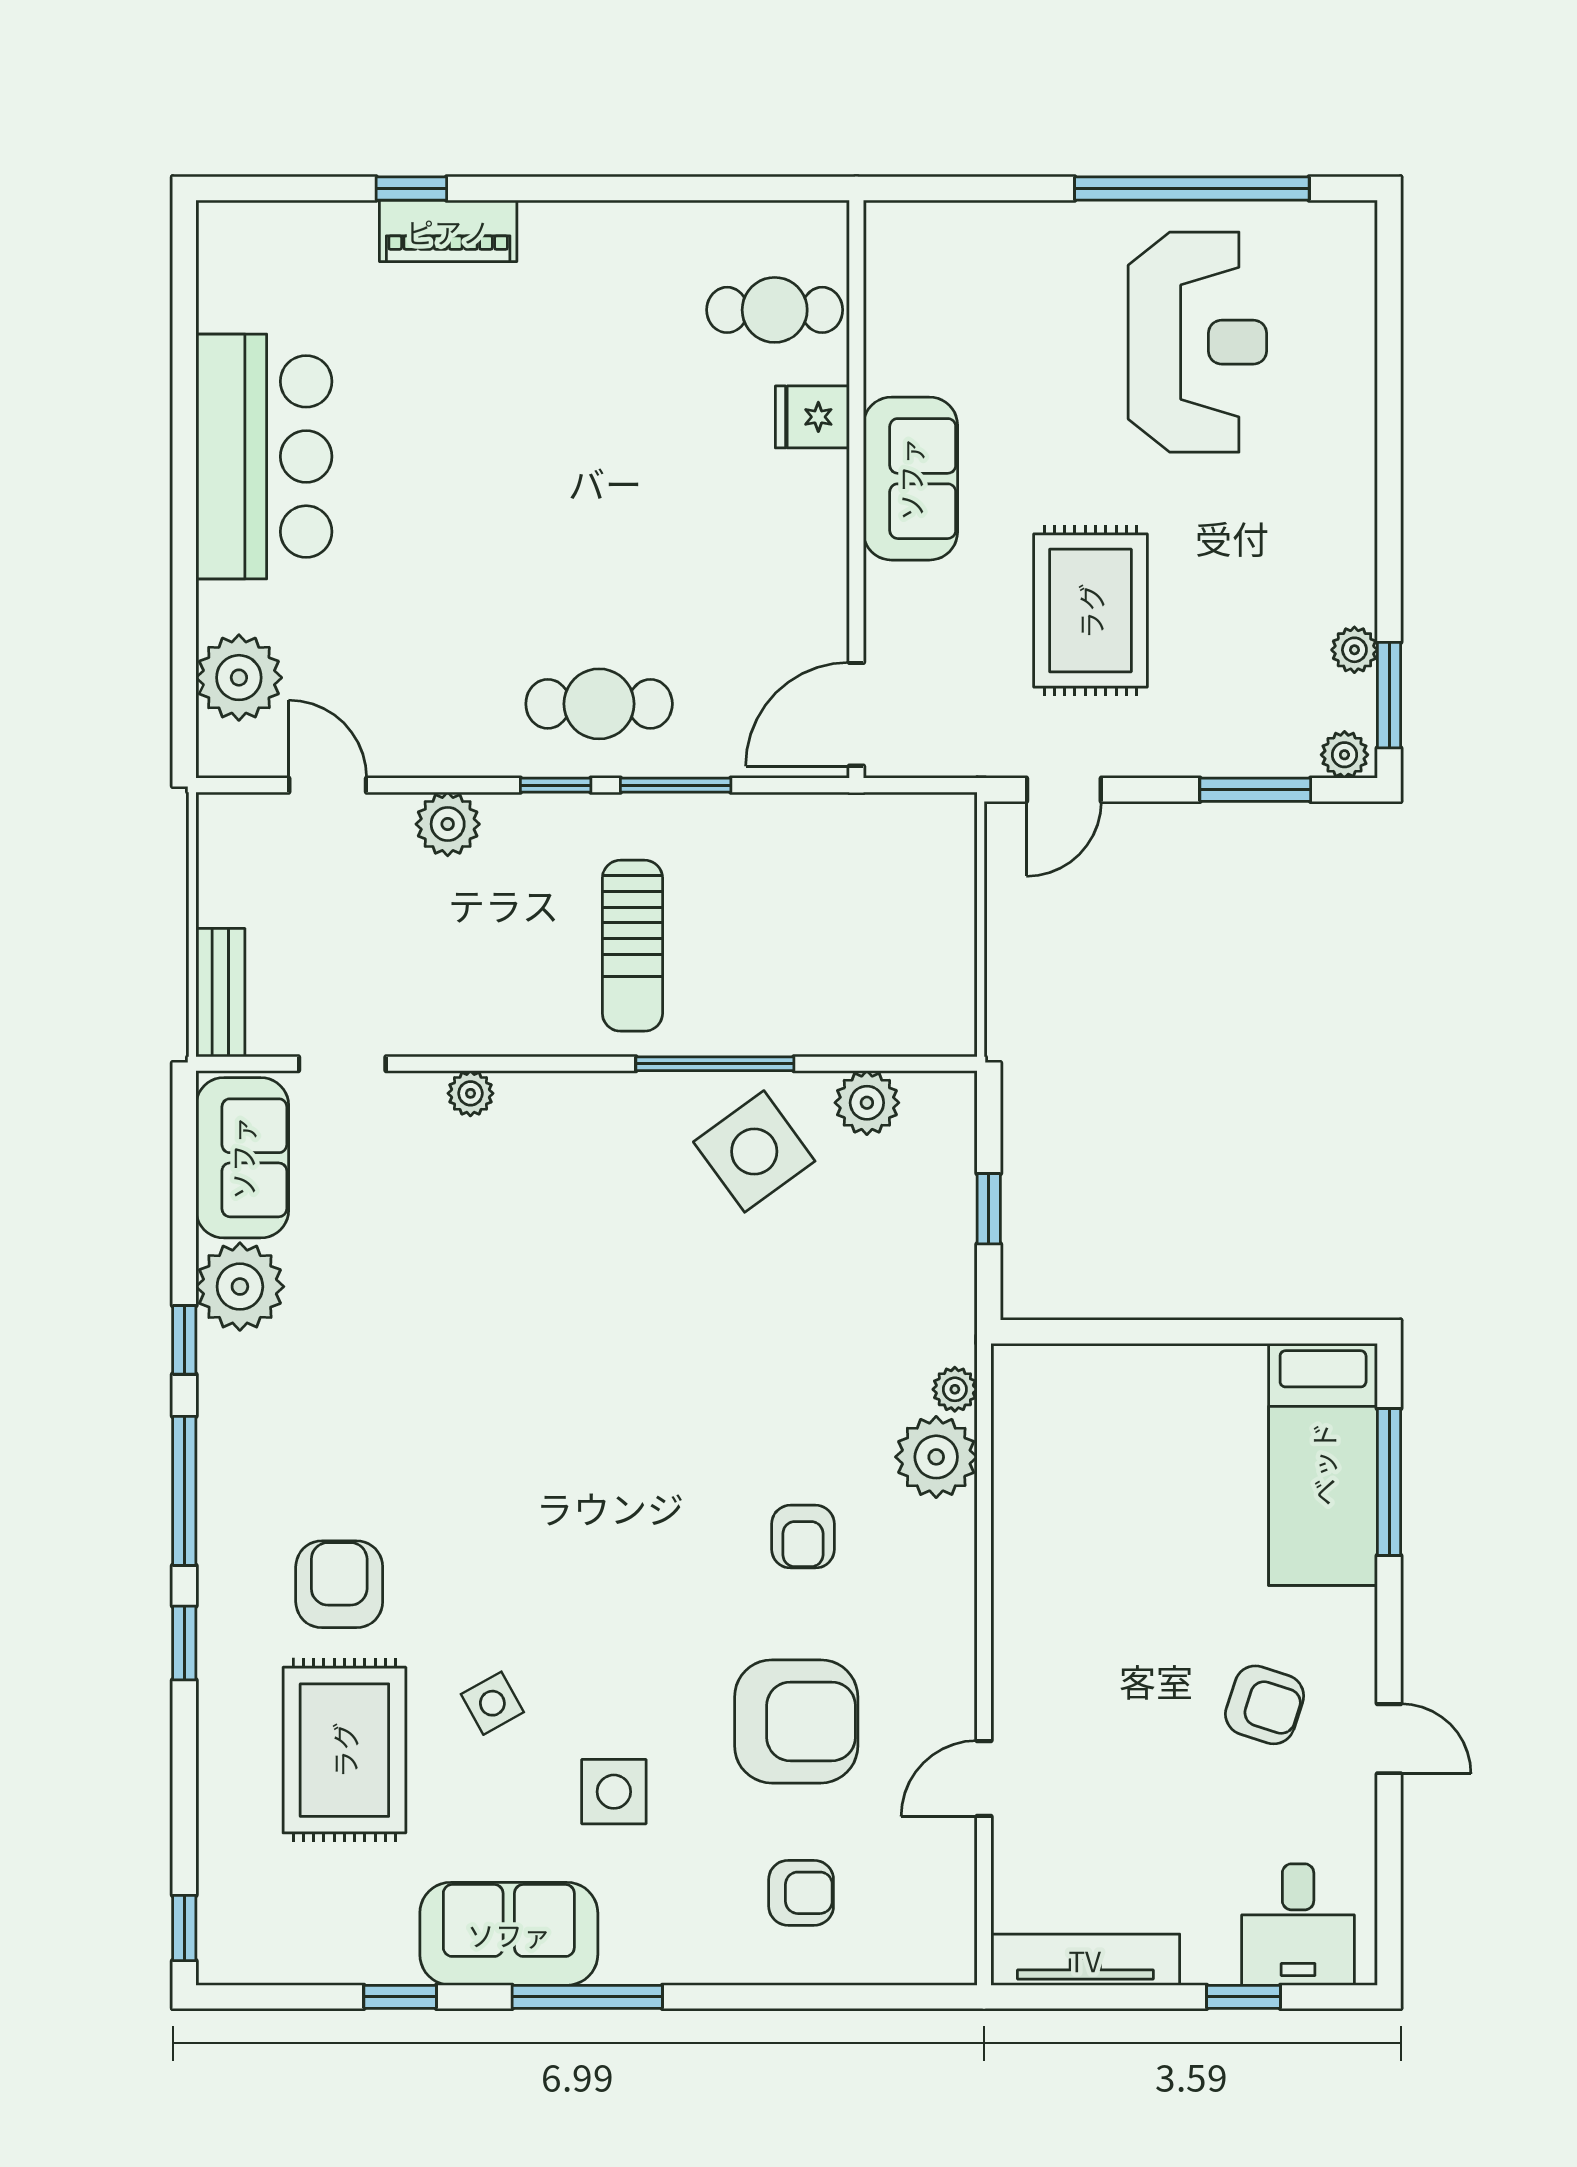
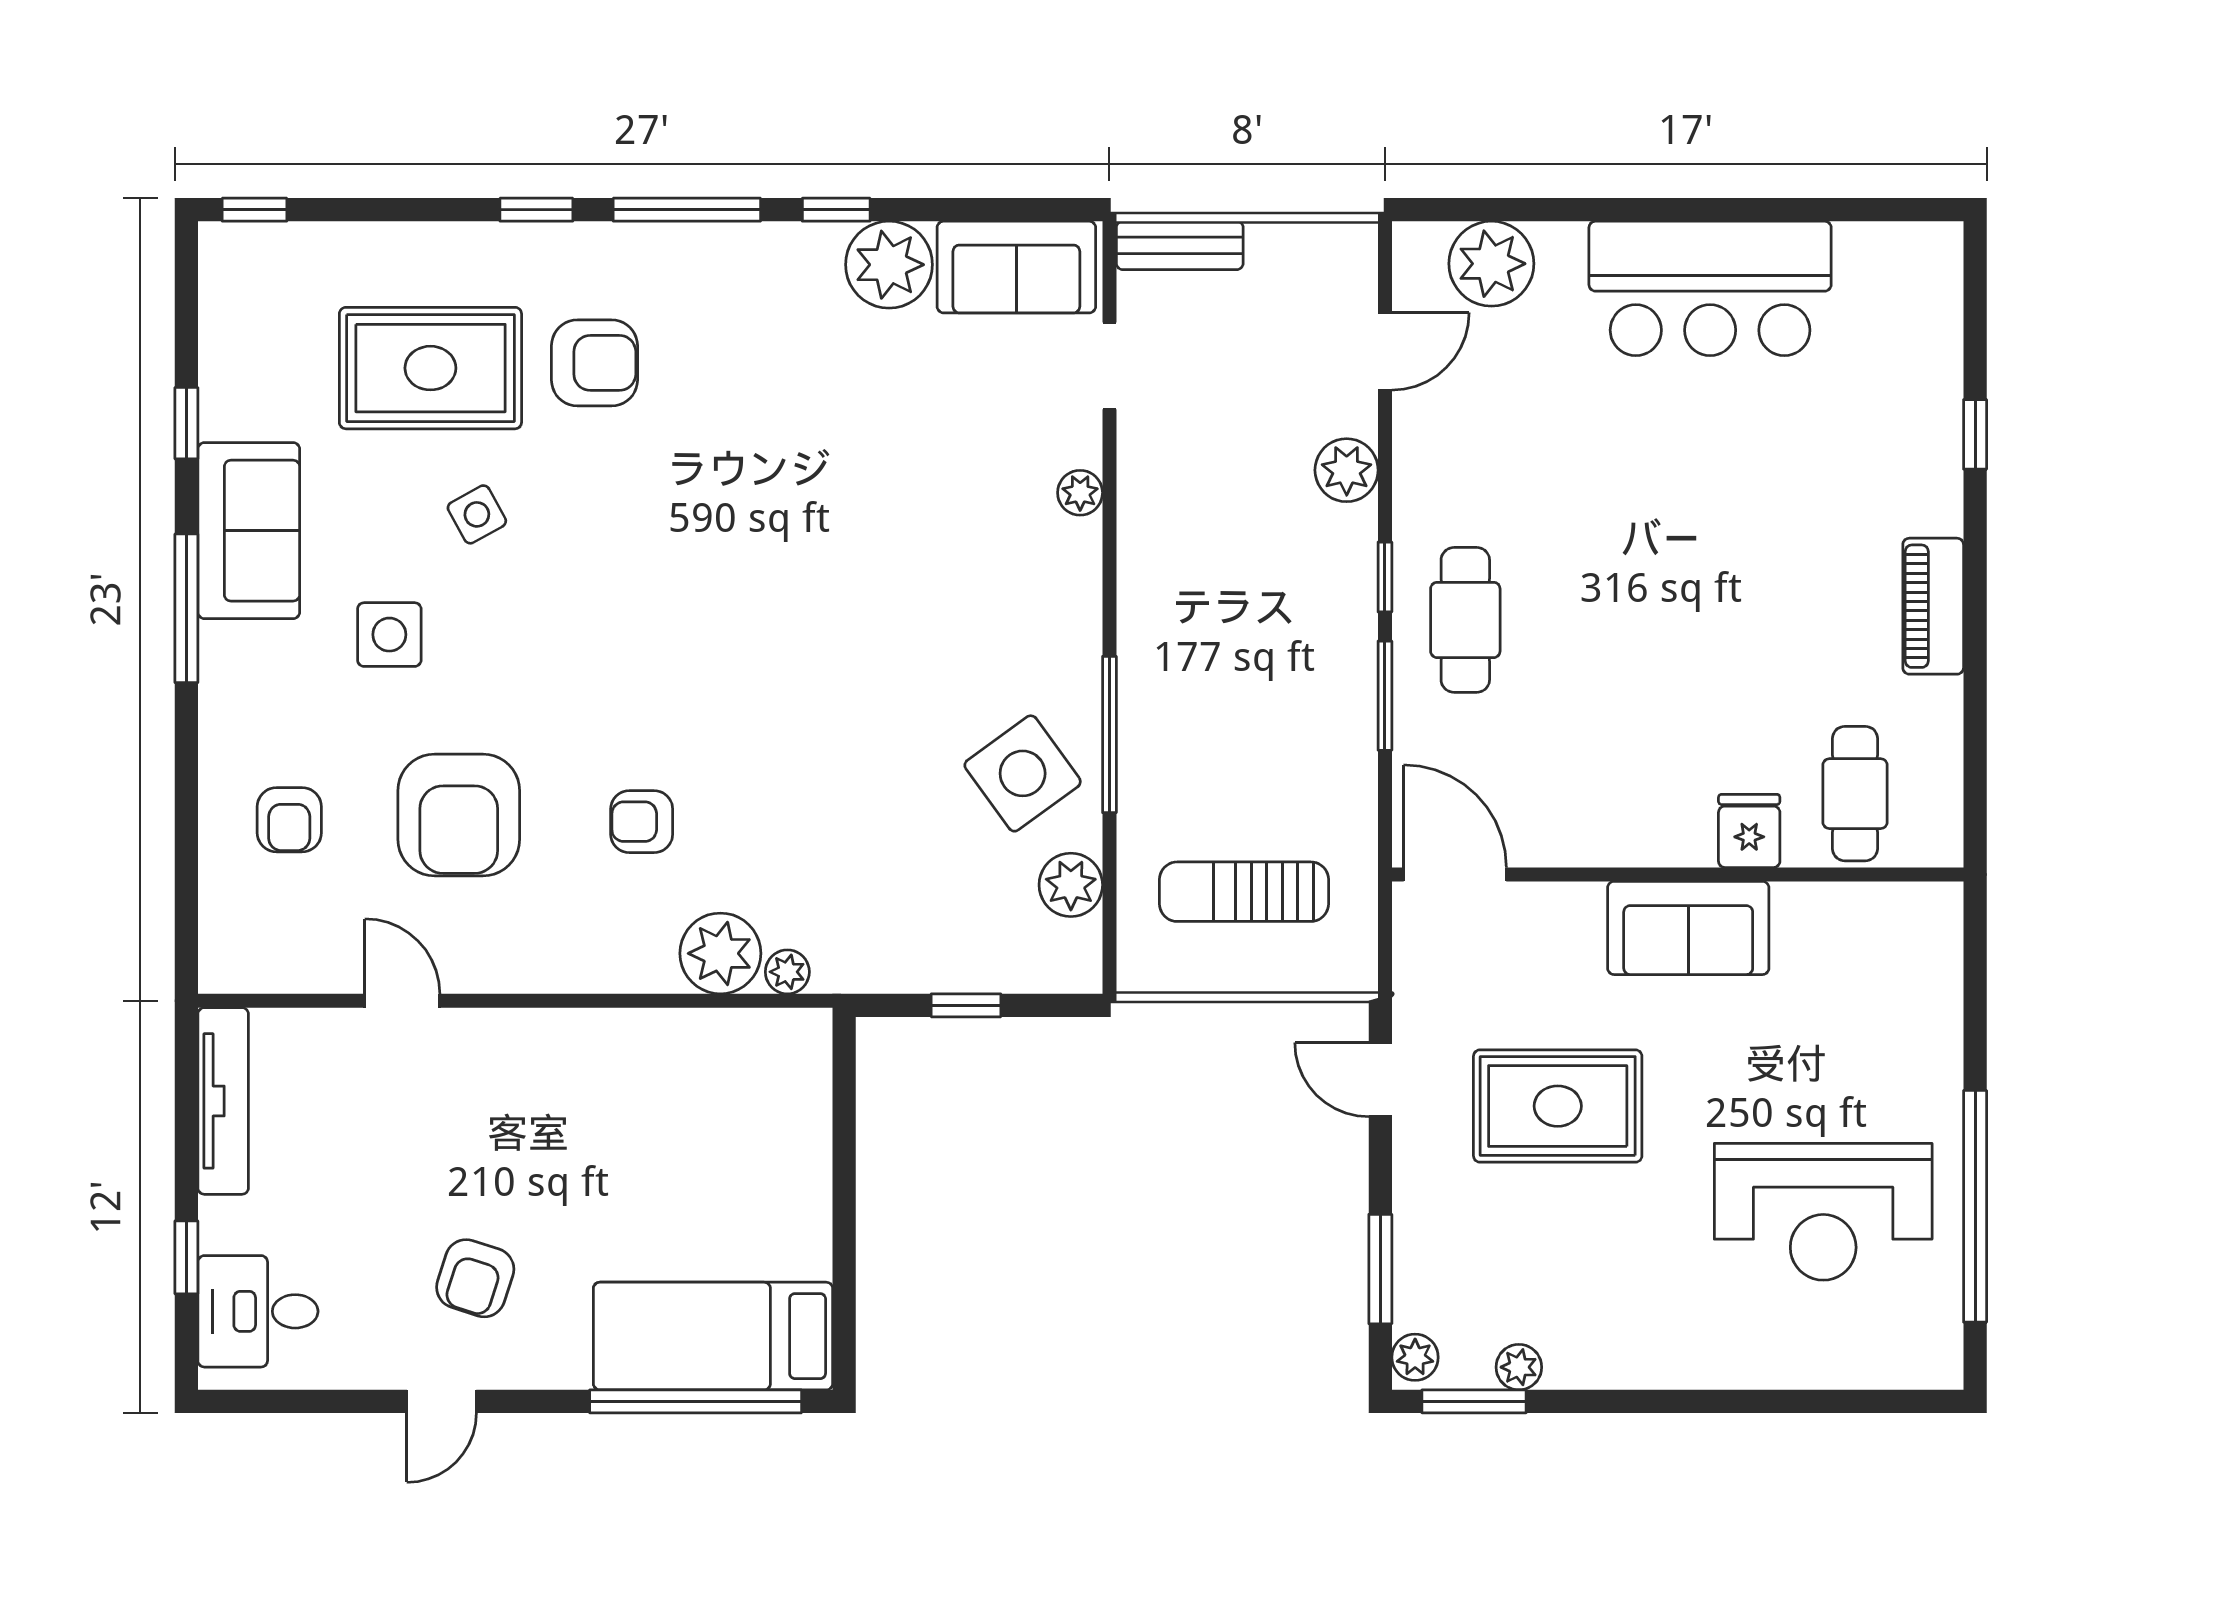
piano: (448, 231) -> (1933, 606), moved
sun lounger: (632, 946) -> (1244, 892), moved
window: (1389, 1482) -> (696, 1401), width x1.46

